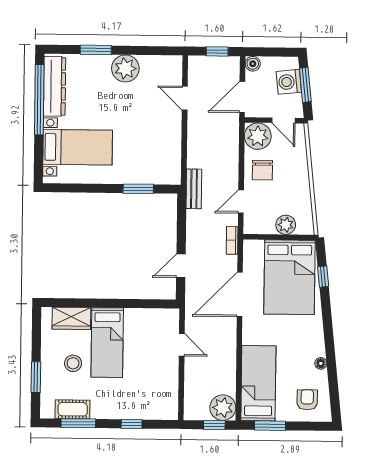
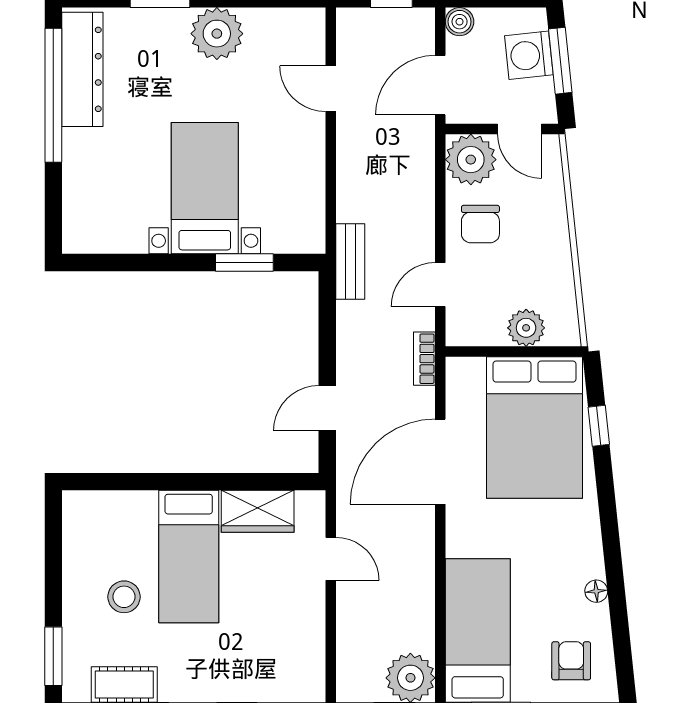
bed with nightstands: (78, 147) -> (205, 188), moved, turned -90
wardrobe: (71, 318) -> (258, 511), moved
window: (36, 377) -> (53, 656), moved

